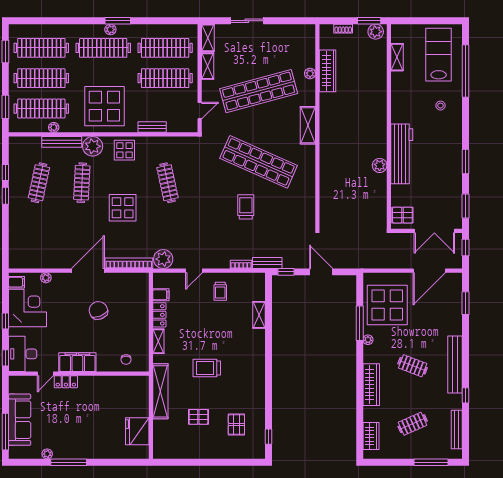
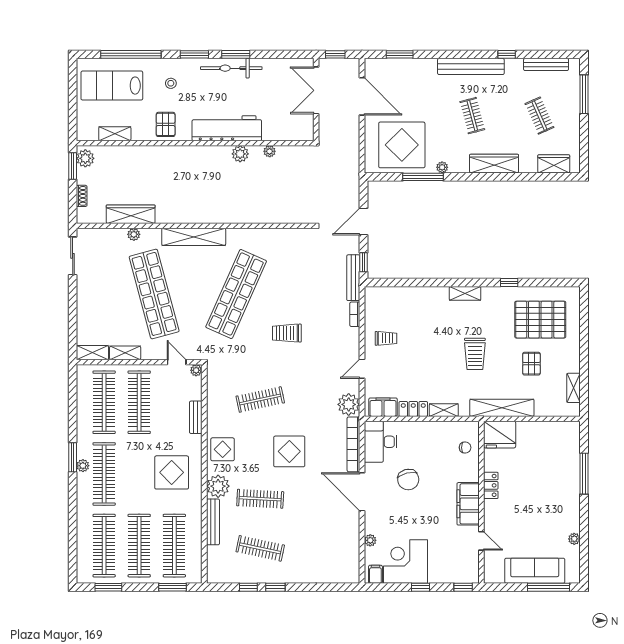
sliding door: (247, 21) -> (73, 256), moved
display table: (104, 106) -> (172, 472), width x0.73, depth x0.73
shelving: (308, 125) -> (194, 237), width x1.47
plant: (54, 127) -> (196, 370), moved
bicycle: (454, 158) -> (231, 68), added
plant: (382, 191) -> (270, 151), added
window: (465, 206) -> (194, 54), moved
trolley: (246, 207) -> (287, 333), moved
pallet: (402, 215) -> (166, 124), moved
double door: (434, 231) -> (316, 90), swing flipped
bench: (267, 263) -> (353, 278), width x1.36
door: (194, 271) -> (362, 369), swing flipped
filing cabinet: (161, 295) -> (383, 407), width x2.00
chair: (98, 310) -> (408, 480), turned -82
shelving: (259, 315) -> (465, 293), moved
desk: (23, 354) -> (381, 442), moved, turned 90
clothes rail: (413, 366) -> (472, 116), turned -36
locker: (66, 382) -> (491, 485), moved
pallet: (236, 424) -> (540, 320), width x2.05, depth x2.00
fridge: (137, 431) -> (500, 435), moved
window: (268, 437) -> (509, 283), moved
shelving: (178, 453) -> (574, 388), added
window: (69, 462) -> (584, 474), moved

